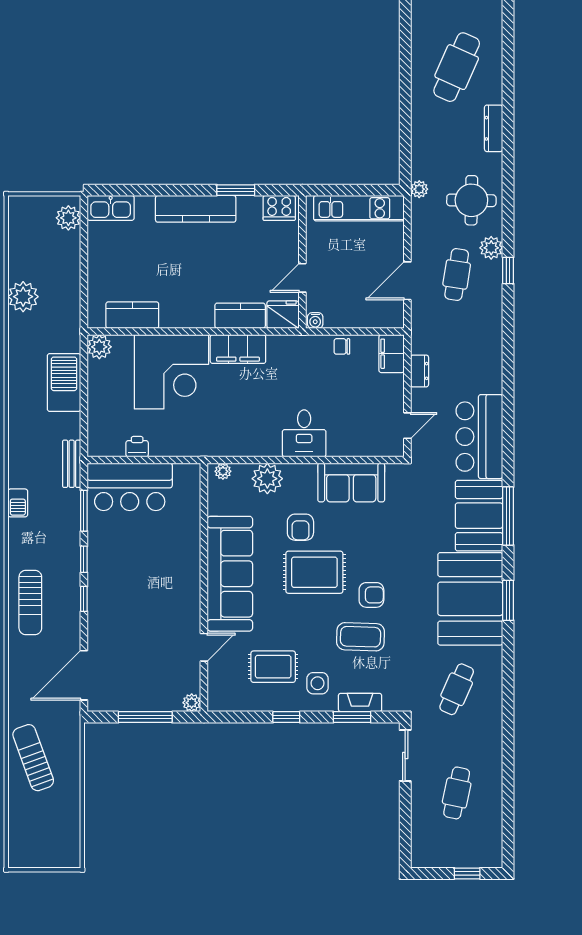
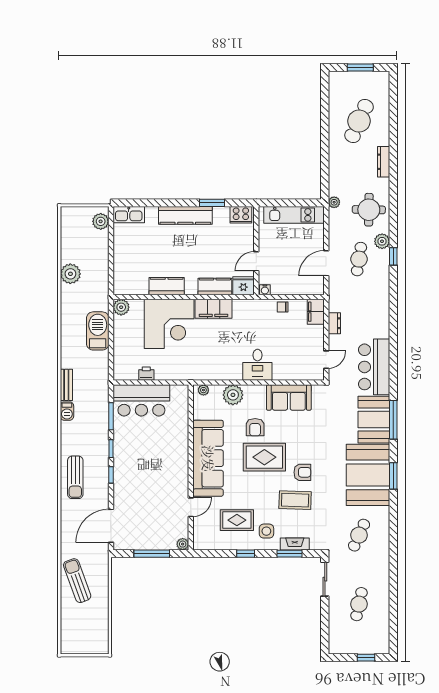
kitchen counter: (132, 315) -> (167, 286), moved
bench: (72, 464) -> (66, 385), moved

